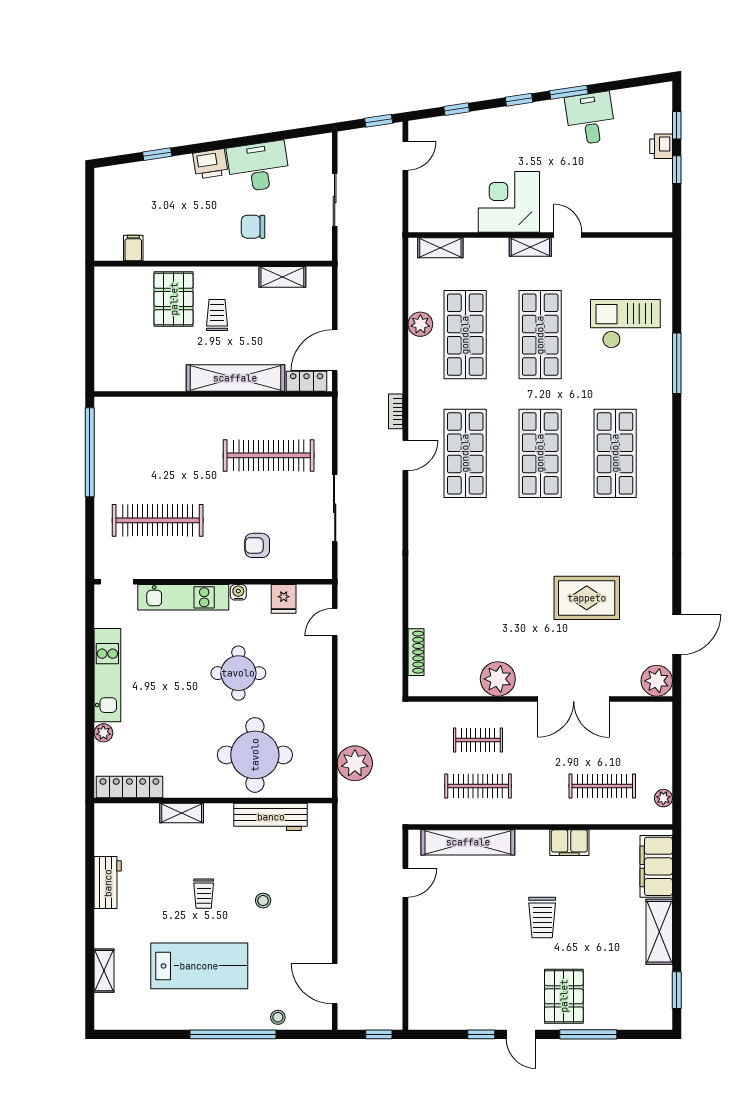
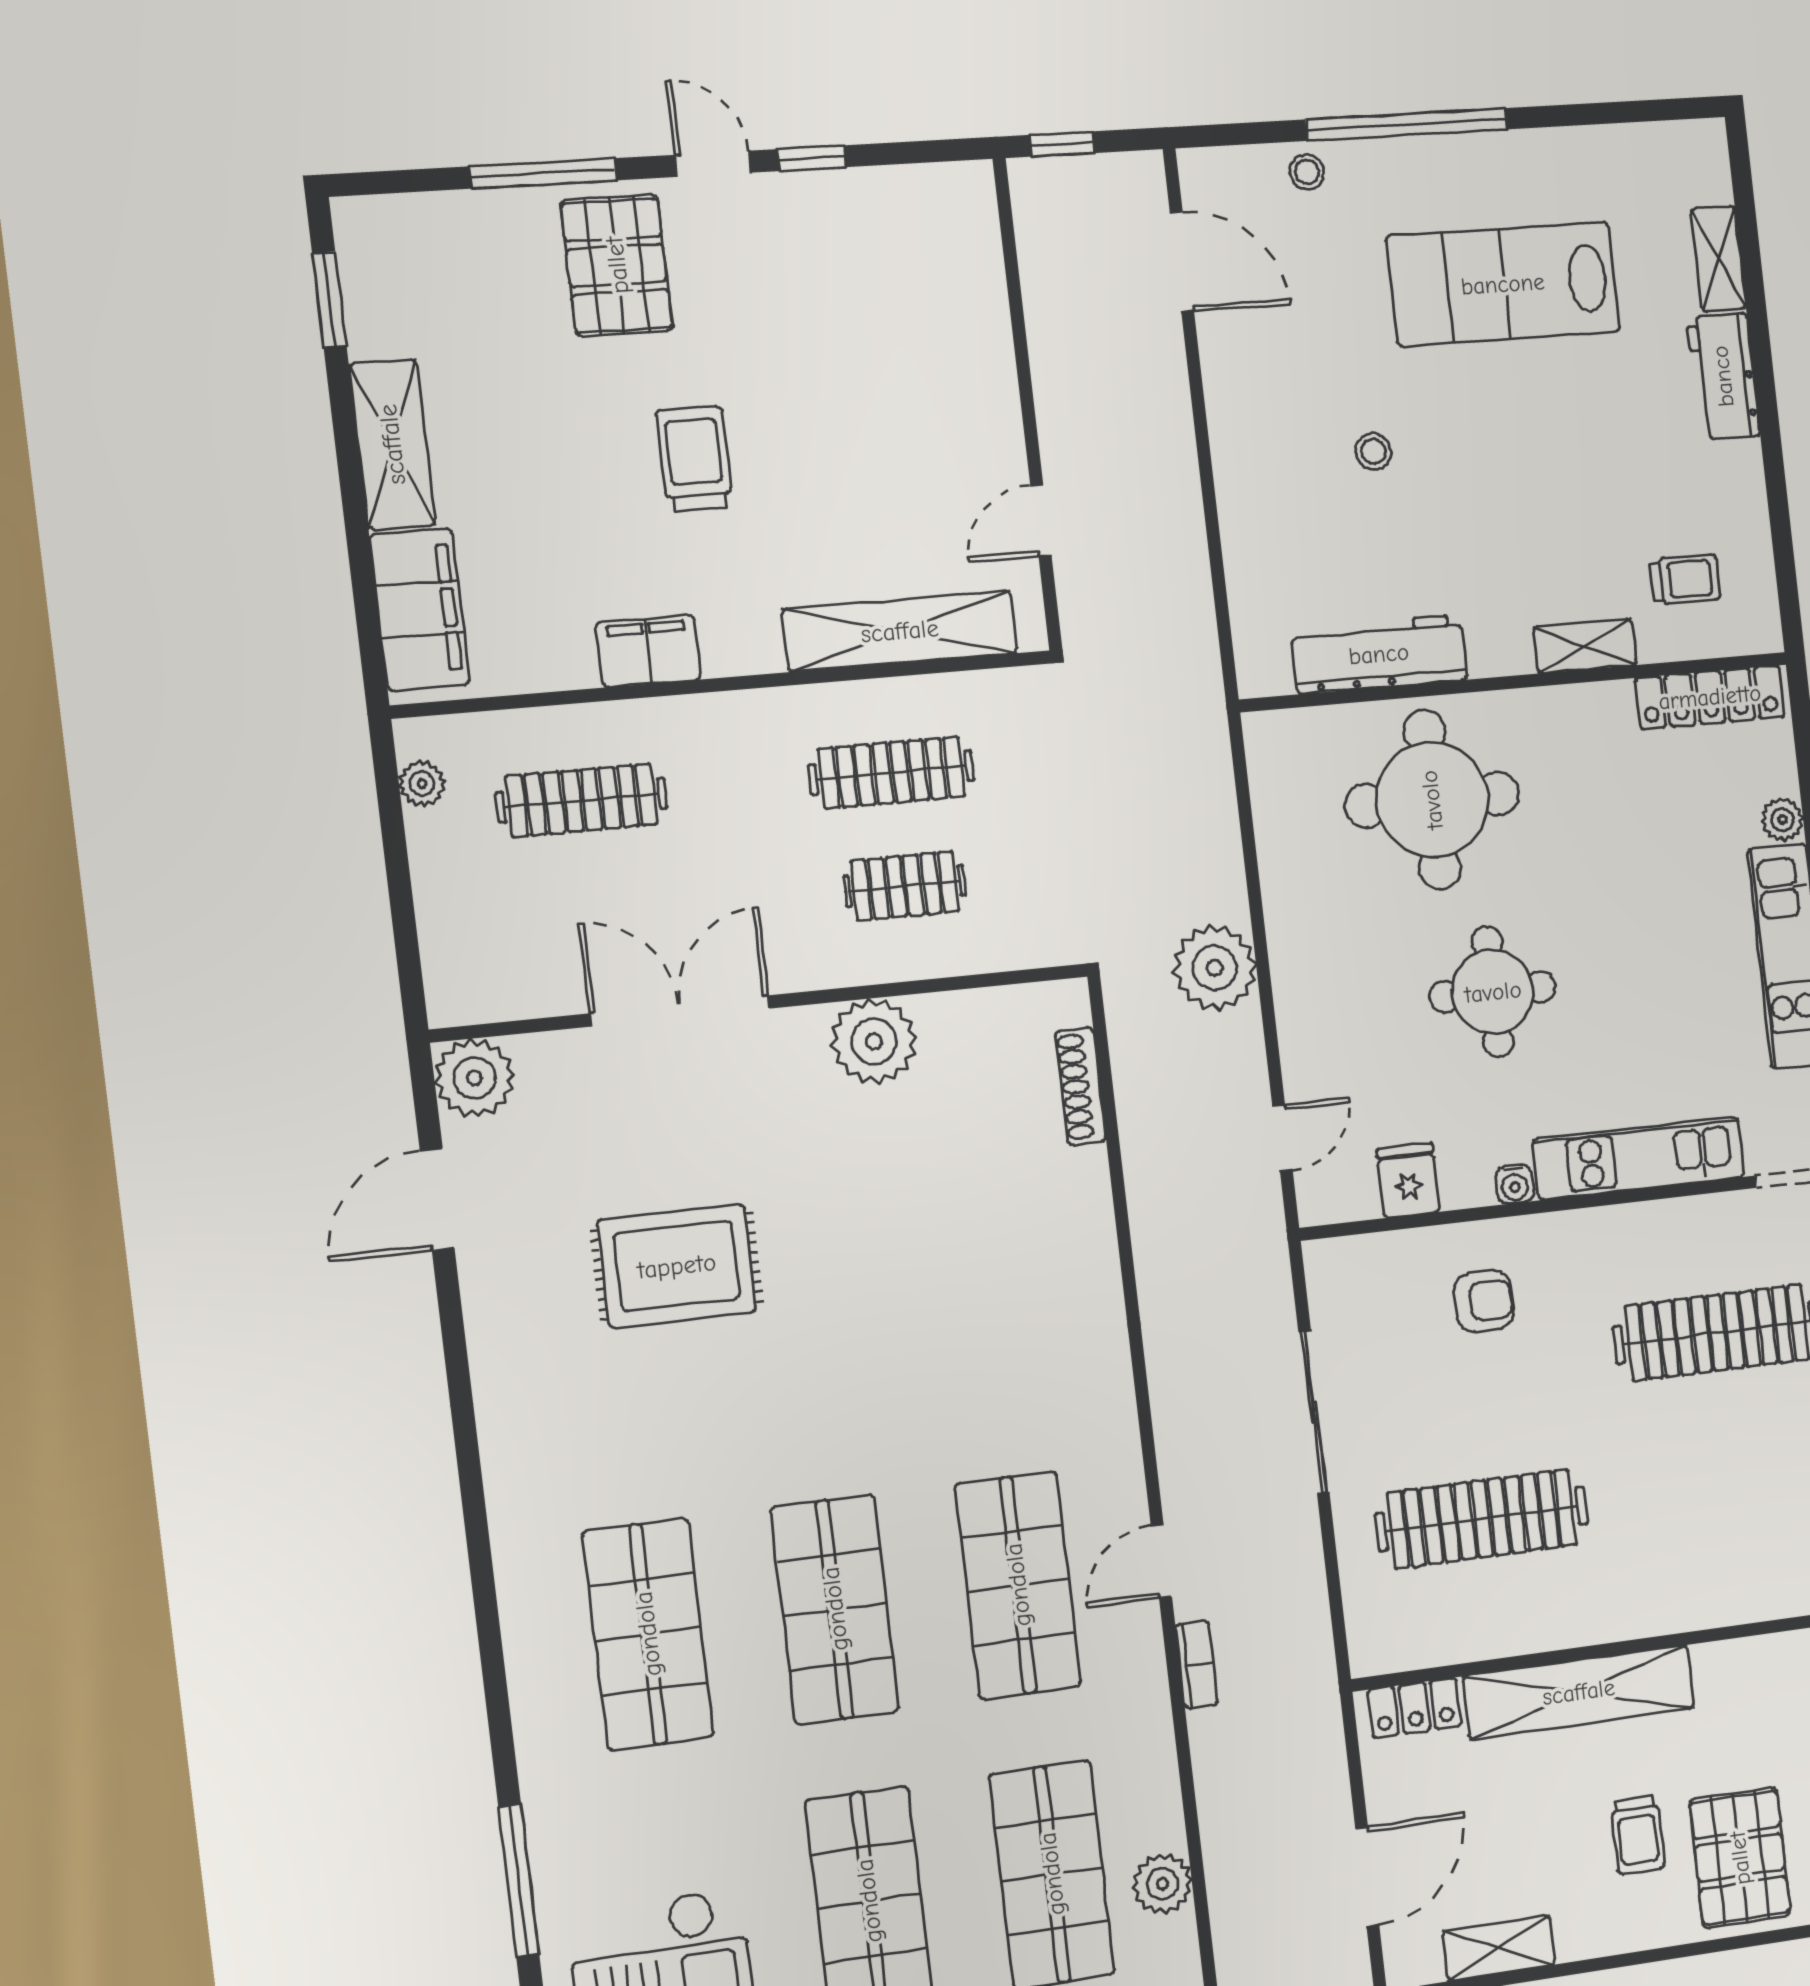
door: (335, 350) -> (1367, 1877), moved
plant: (355, 763) -> (1215, 968), moved
workbench: (108, 883) -> (1723, 376), moved
trolley: (204, 894) -> (1685, 579), moved, turned 90

